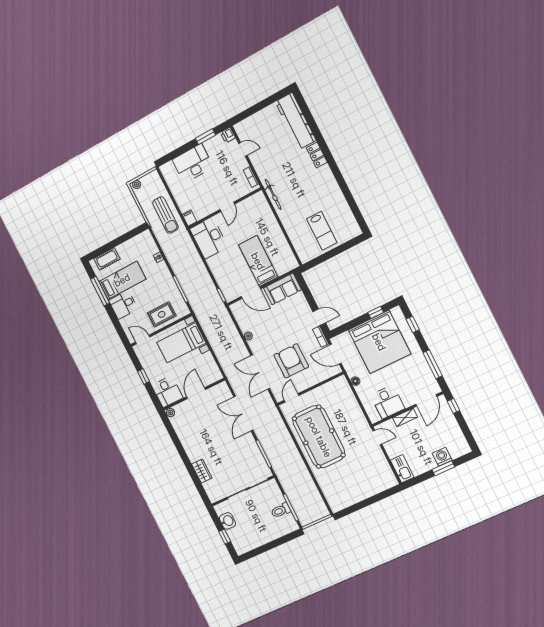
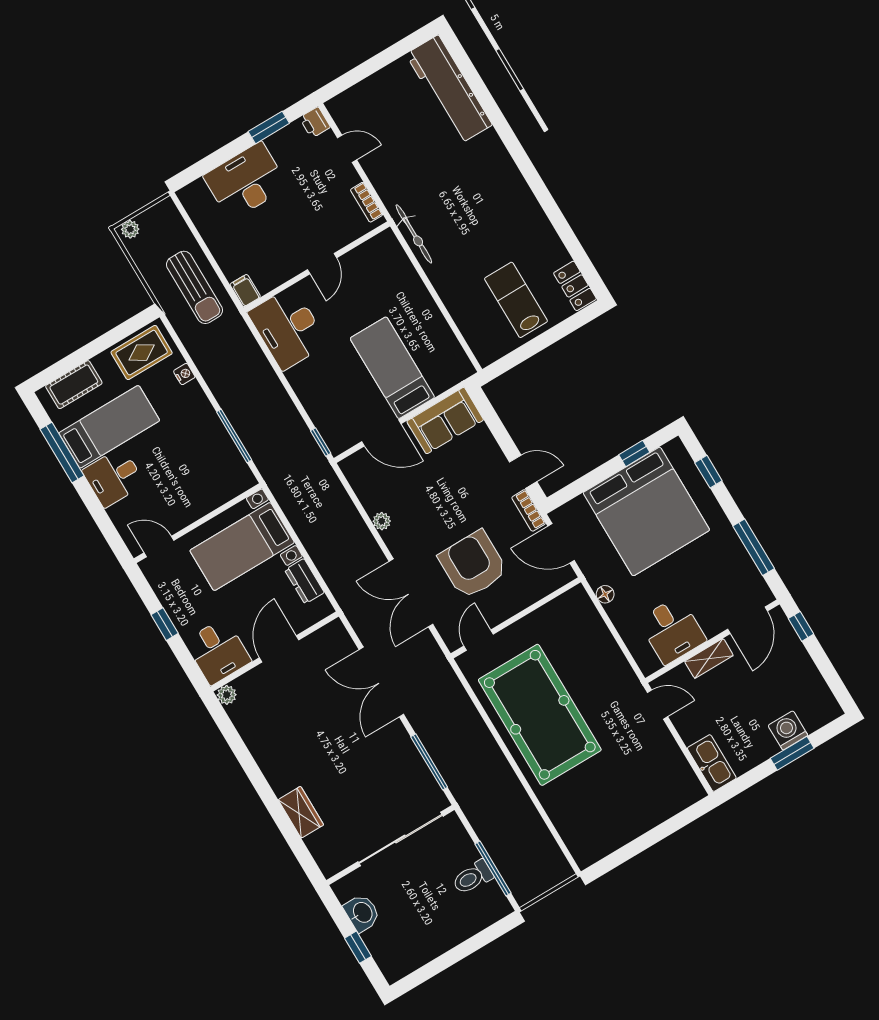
locker: (317, 155) -> (575, 286), moved
lab bench: (322, 231) -> (516, 300), turned 180
rug: (162, 314) -> (142, 353), moved
dresser: (210, 362) -> (304, 581), added

